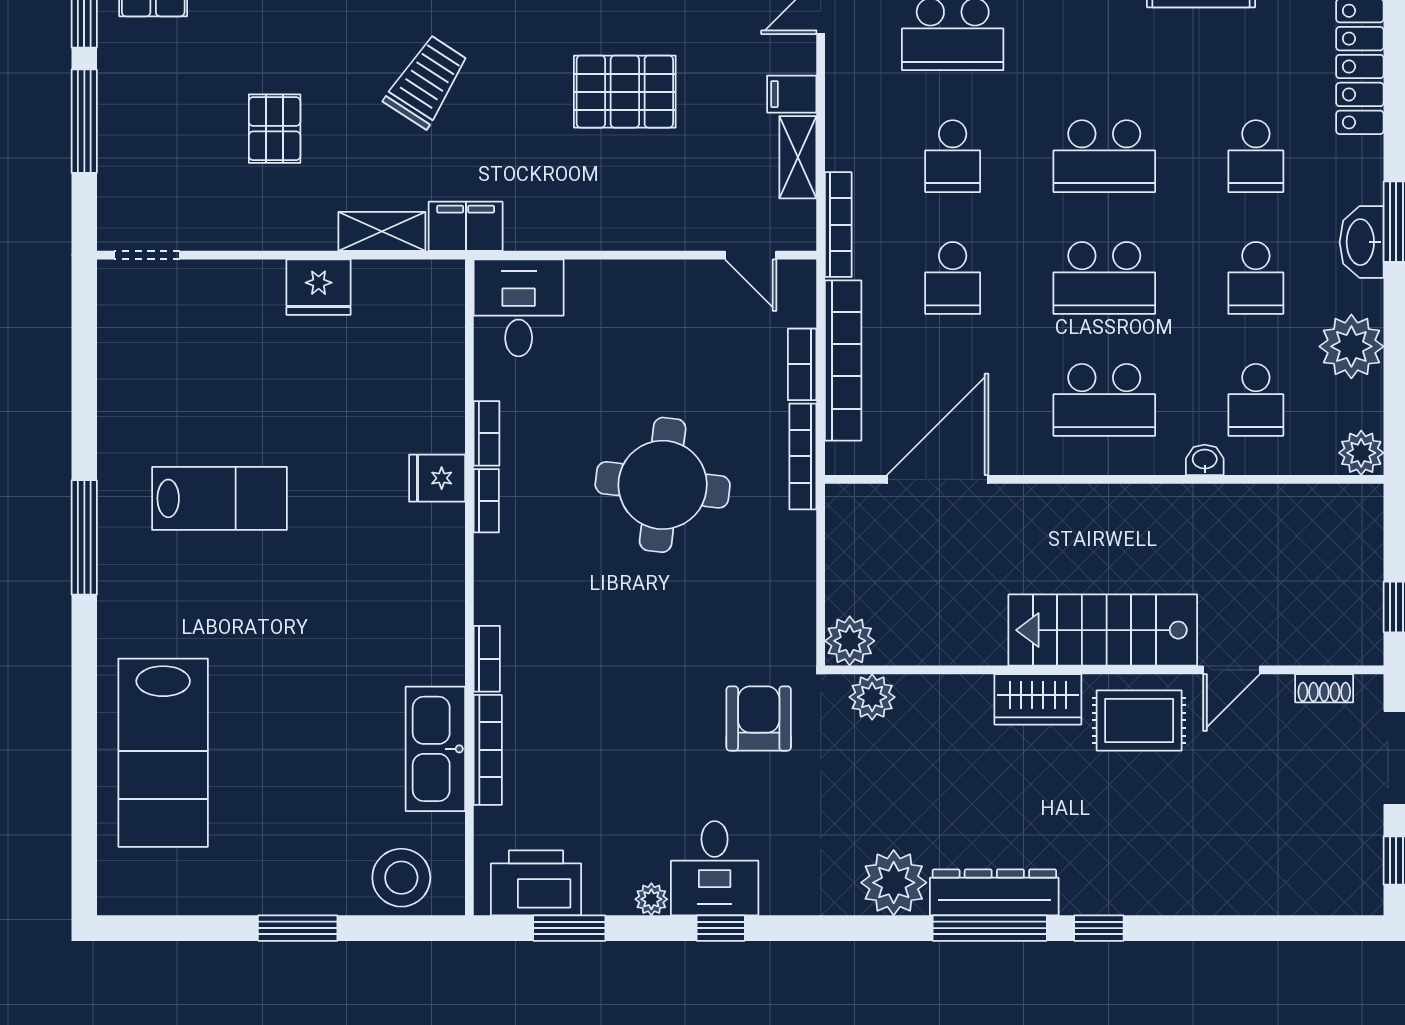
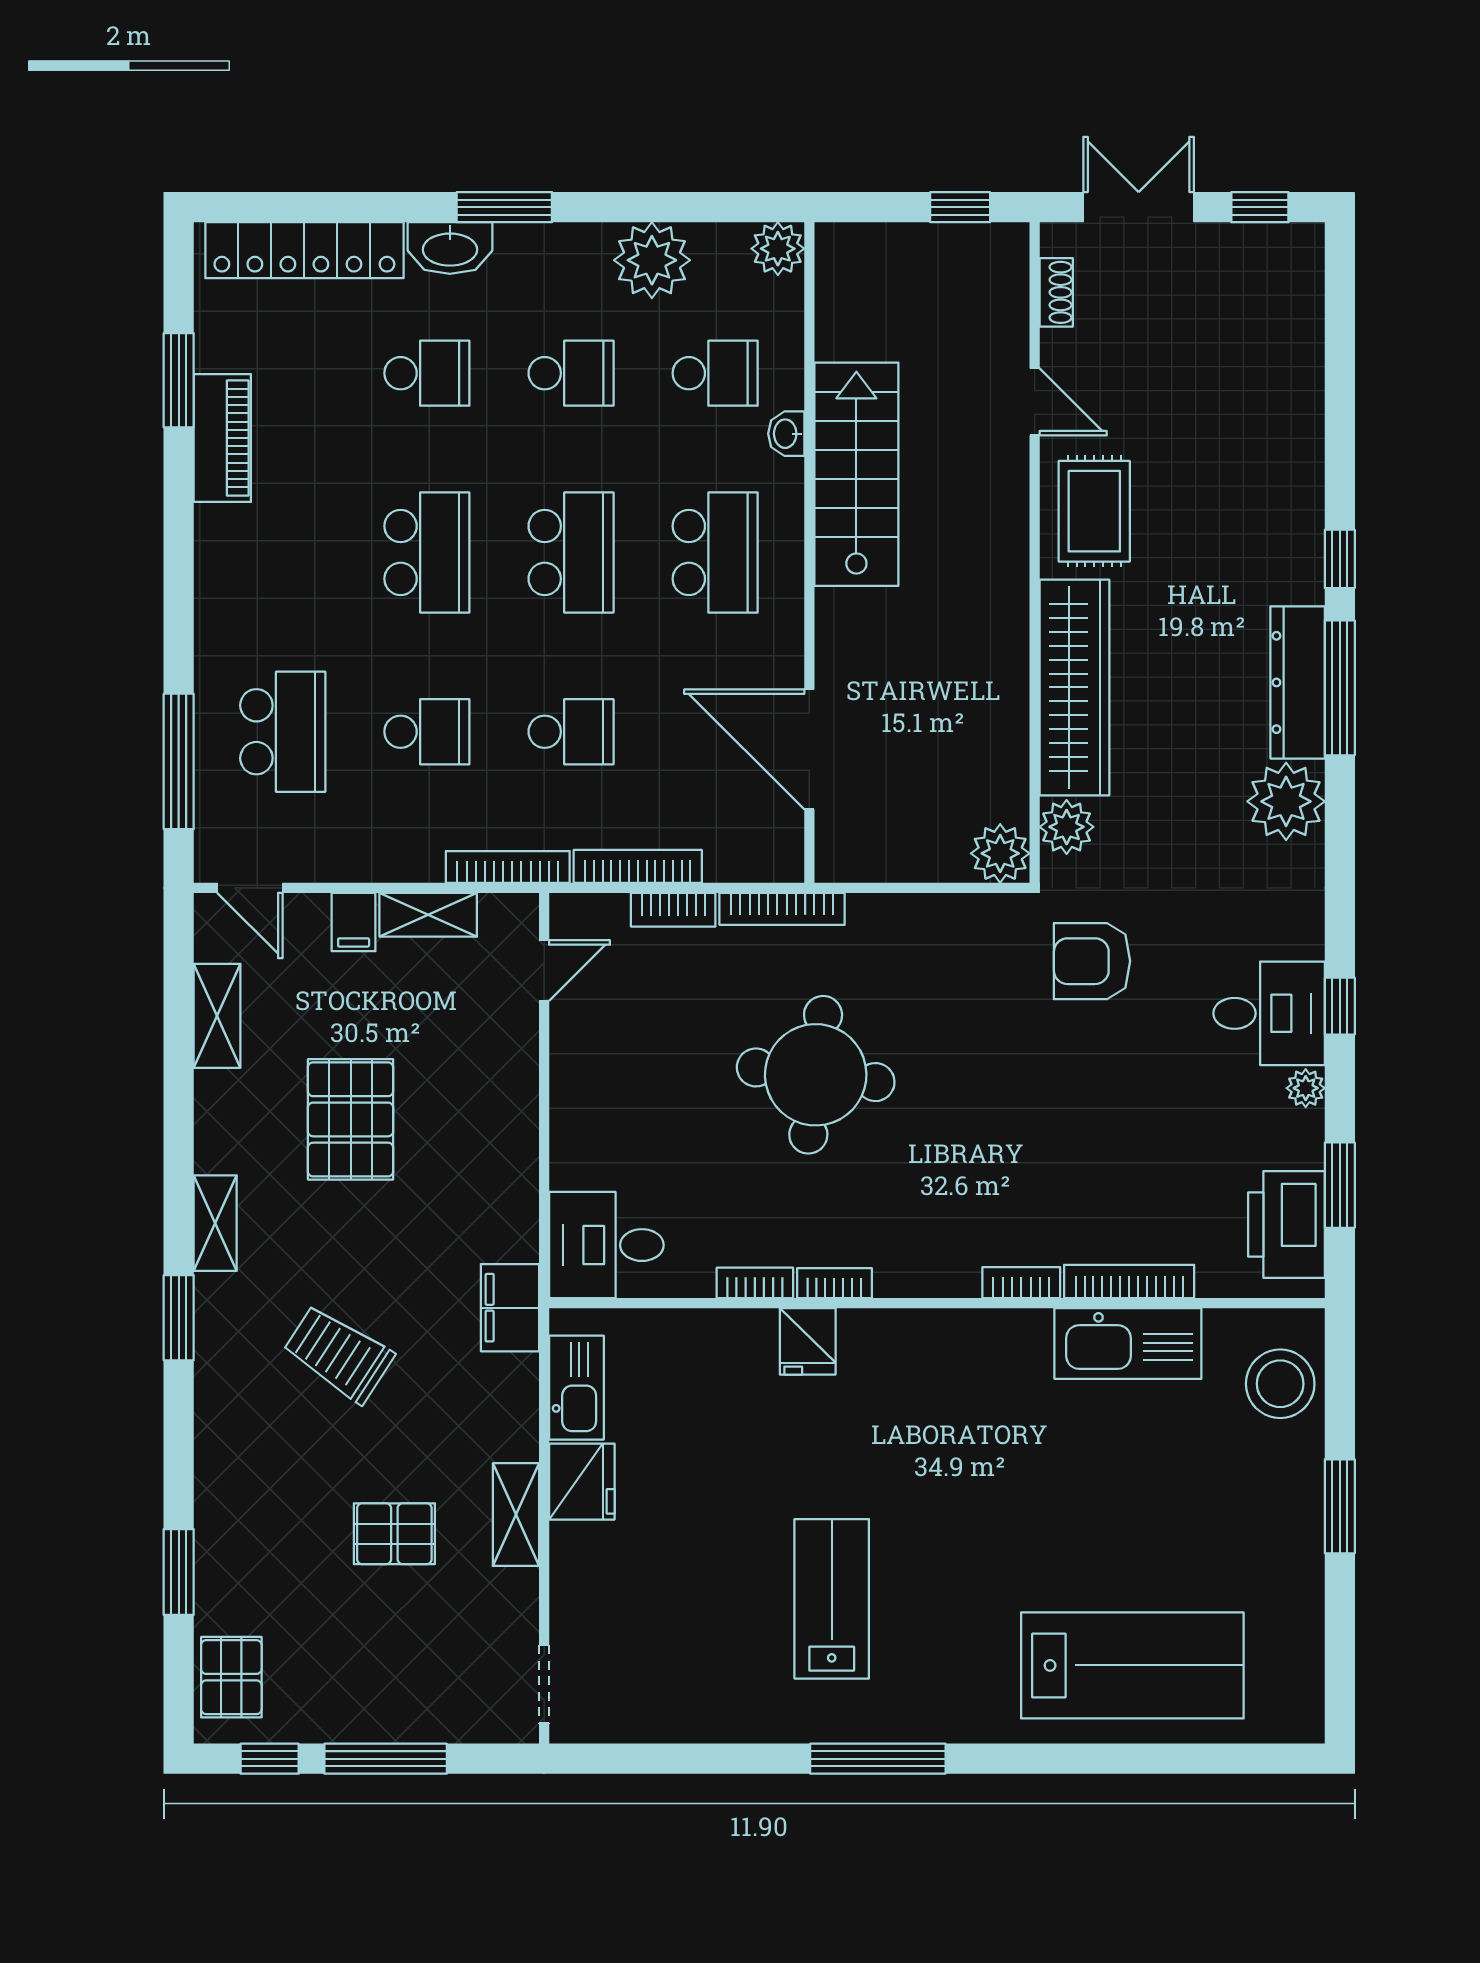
shelving: (382, 231) -> (516, 1515), moved
washbasin: (1362, 242) -> (450, 248), moved
kitchen sink: (398, 283) -> (576, 1388), added
bookcase: (843, 360) -> (638, 866), width x0.68, depth x0.76
stairs: (1103, 630) -> (856, 474), moved, turned 180
wardrobe: (1038, 699) -> (1074, 687), width x2.10, depth x1.17

